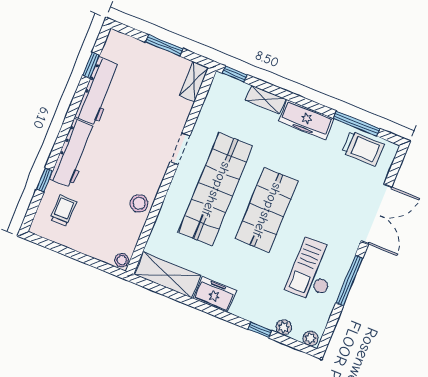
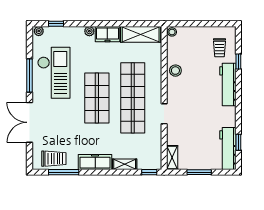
workbench: (98, 91) -> (228, 148), moved
trolley: (363, 148) -> (54, 159), turned 180
checkout: (313, 270) -> (54, 73), width x1.36, depth x1.21
plant: (284, 327) -> (89, 31), moved
window: (260, 330) -> (56, 24), moved

